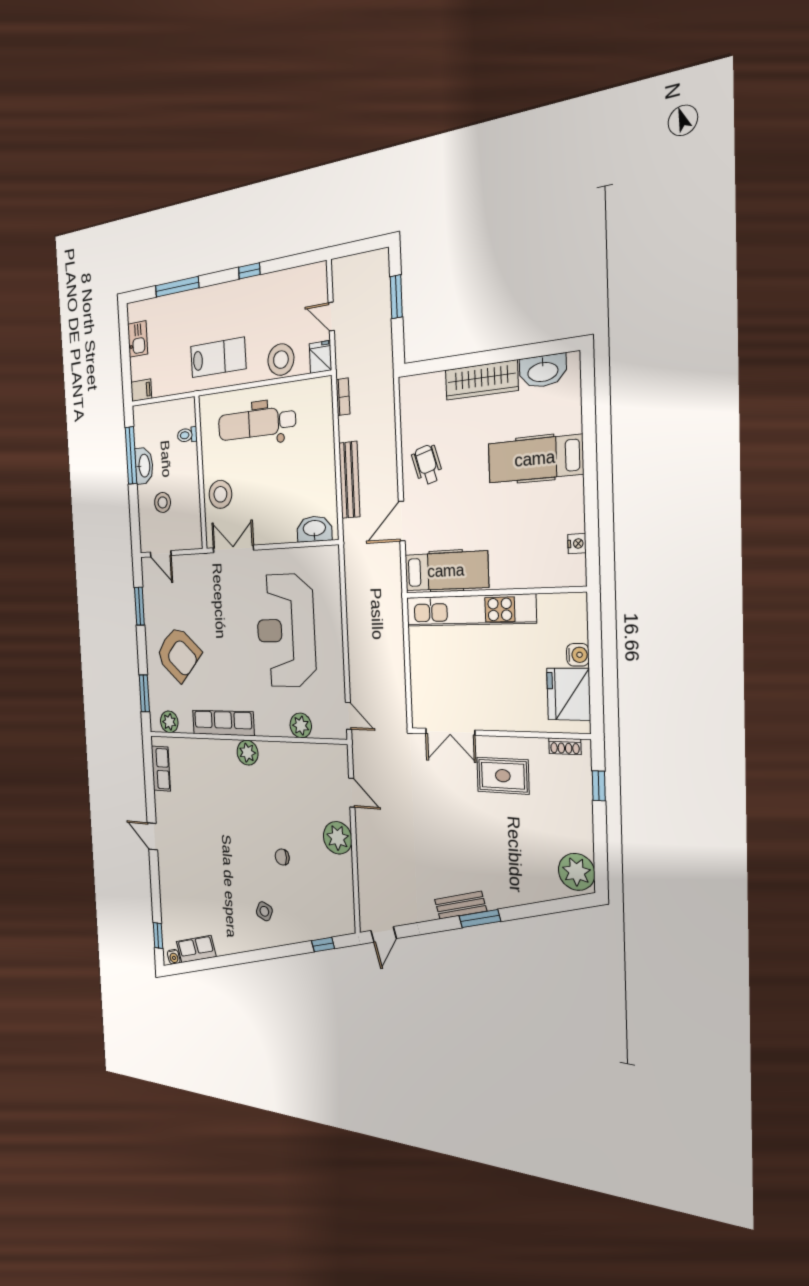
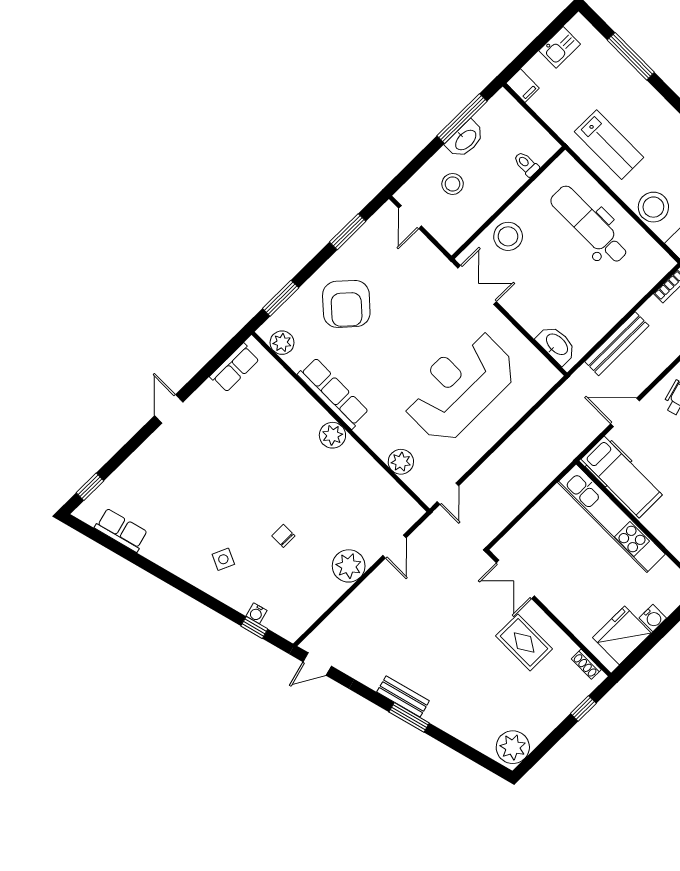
water cooler: (174, 957) -> (256, 613), moved

